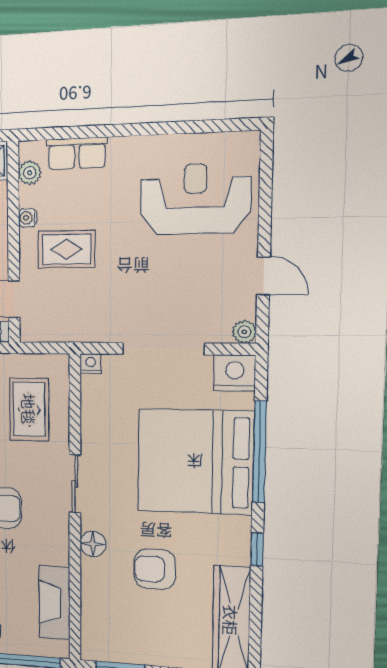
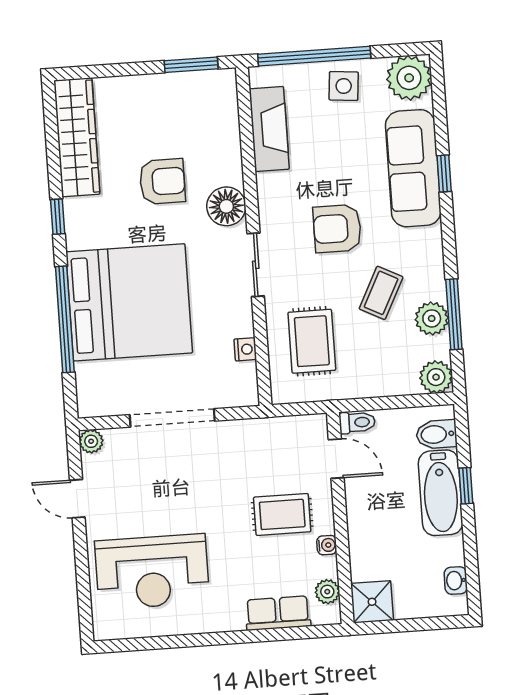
nightstand: (90, 364) -> (245, 349), moved, turned -90
nightstand: (235, 373) -> (97, 399), removed
floor lamp: (93, 544) -> (226, 206), width x1.38, depth x1.38

